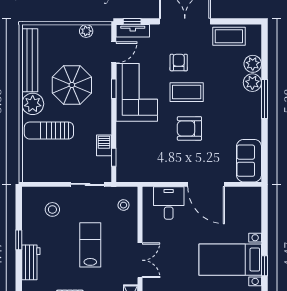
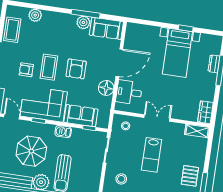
plant: (252, 83) -> (83, 22), moved
window: (264, 99) -> (86, 14), moved
sofa: (128, 144) -> (81, 116), added
barbecue: (104, 145) -> (63, 132), moved
floor lamp: (170, 172) -> (106, 88), added
lab bench: (90, 245) -> (152, 155), turned -90
double door: (140, 260) -> (157, 118), moved

